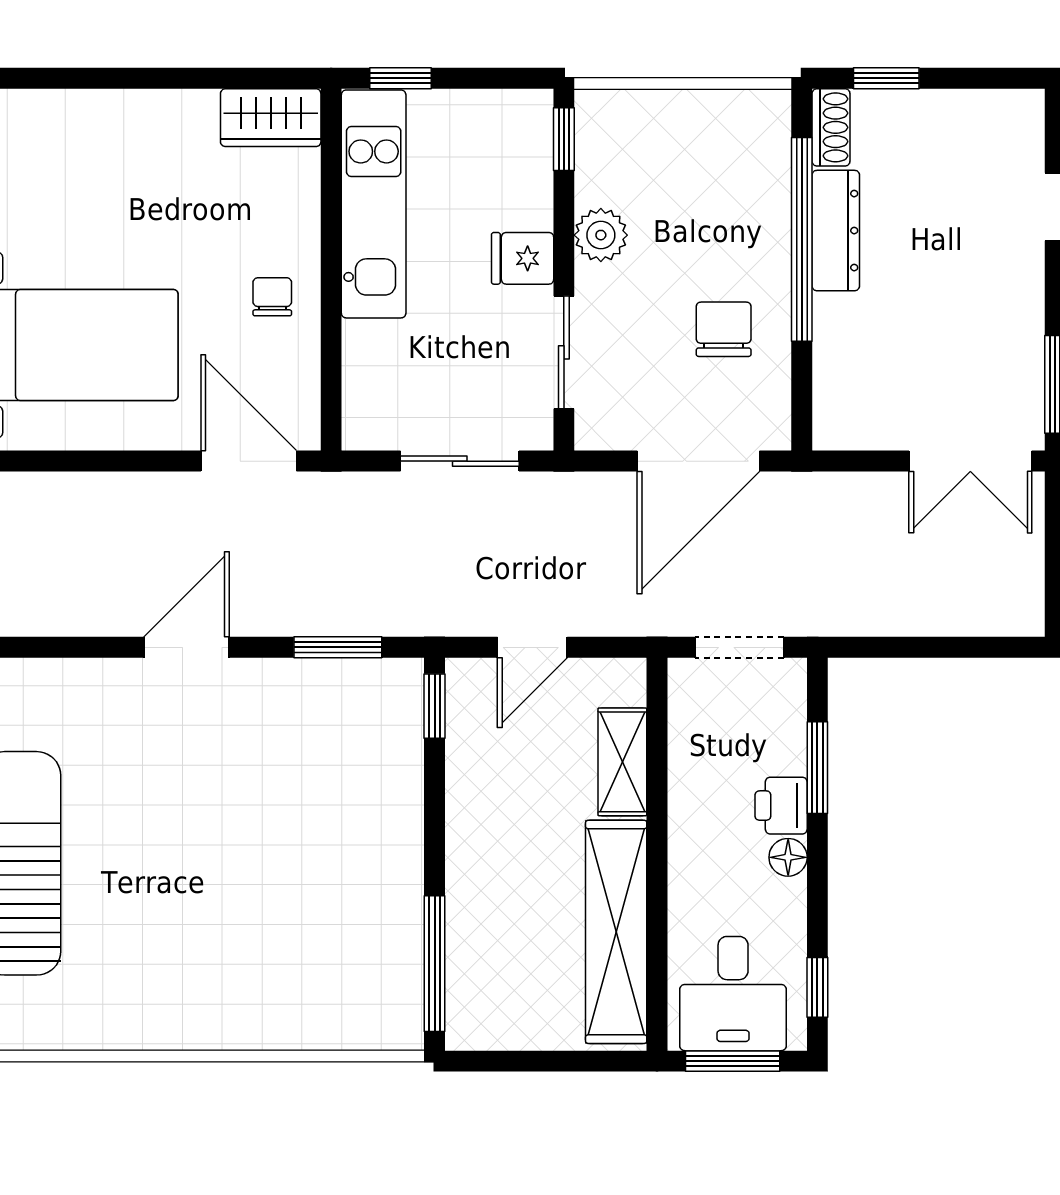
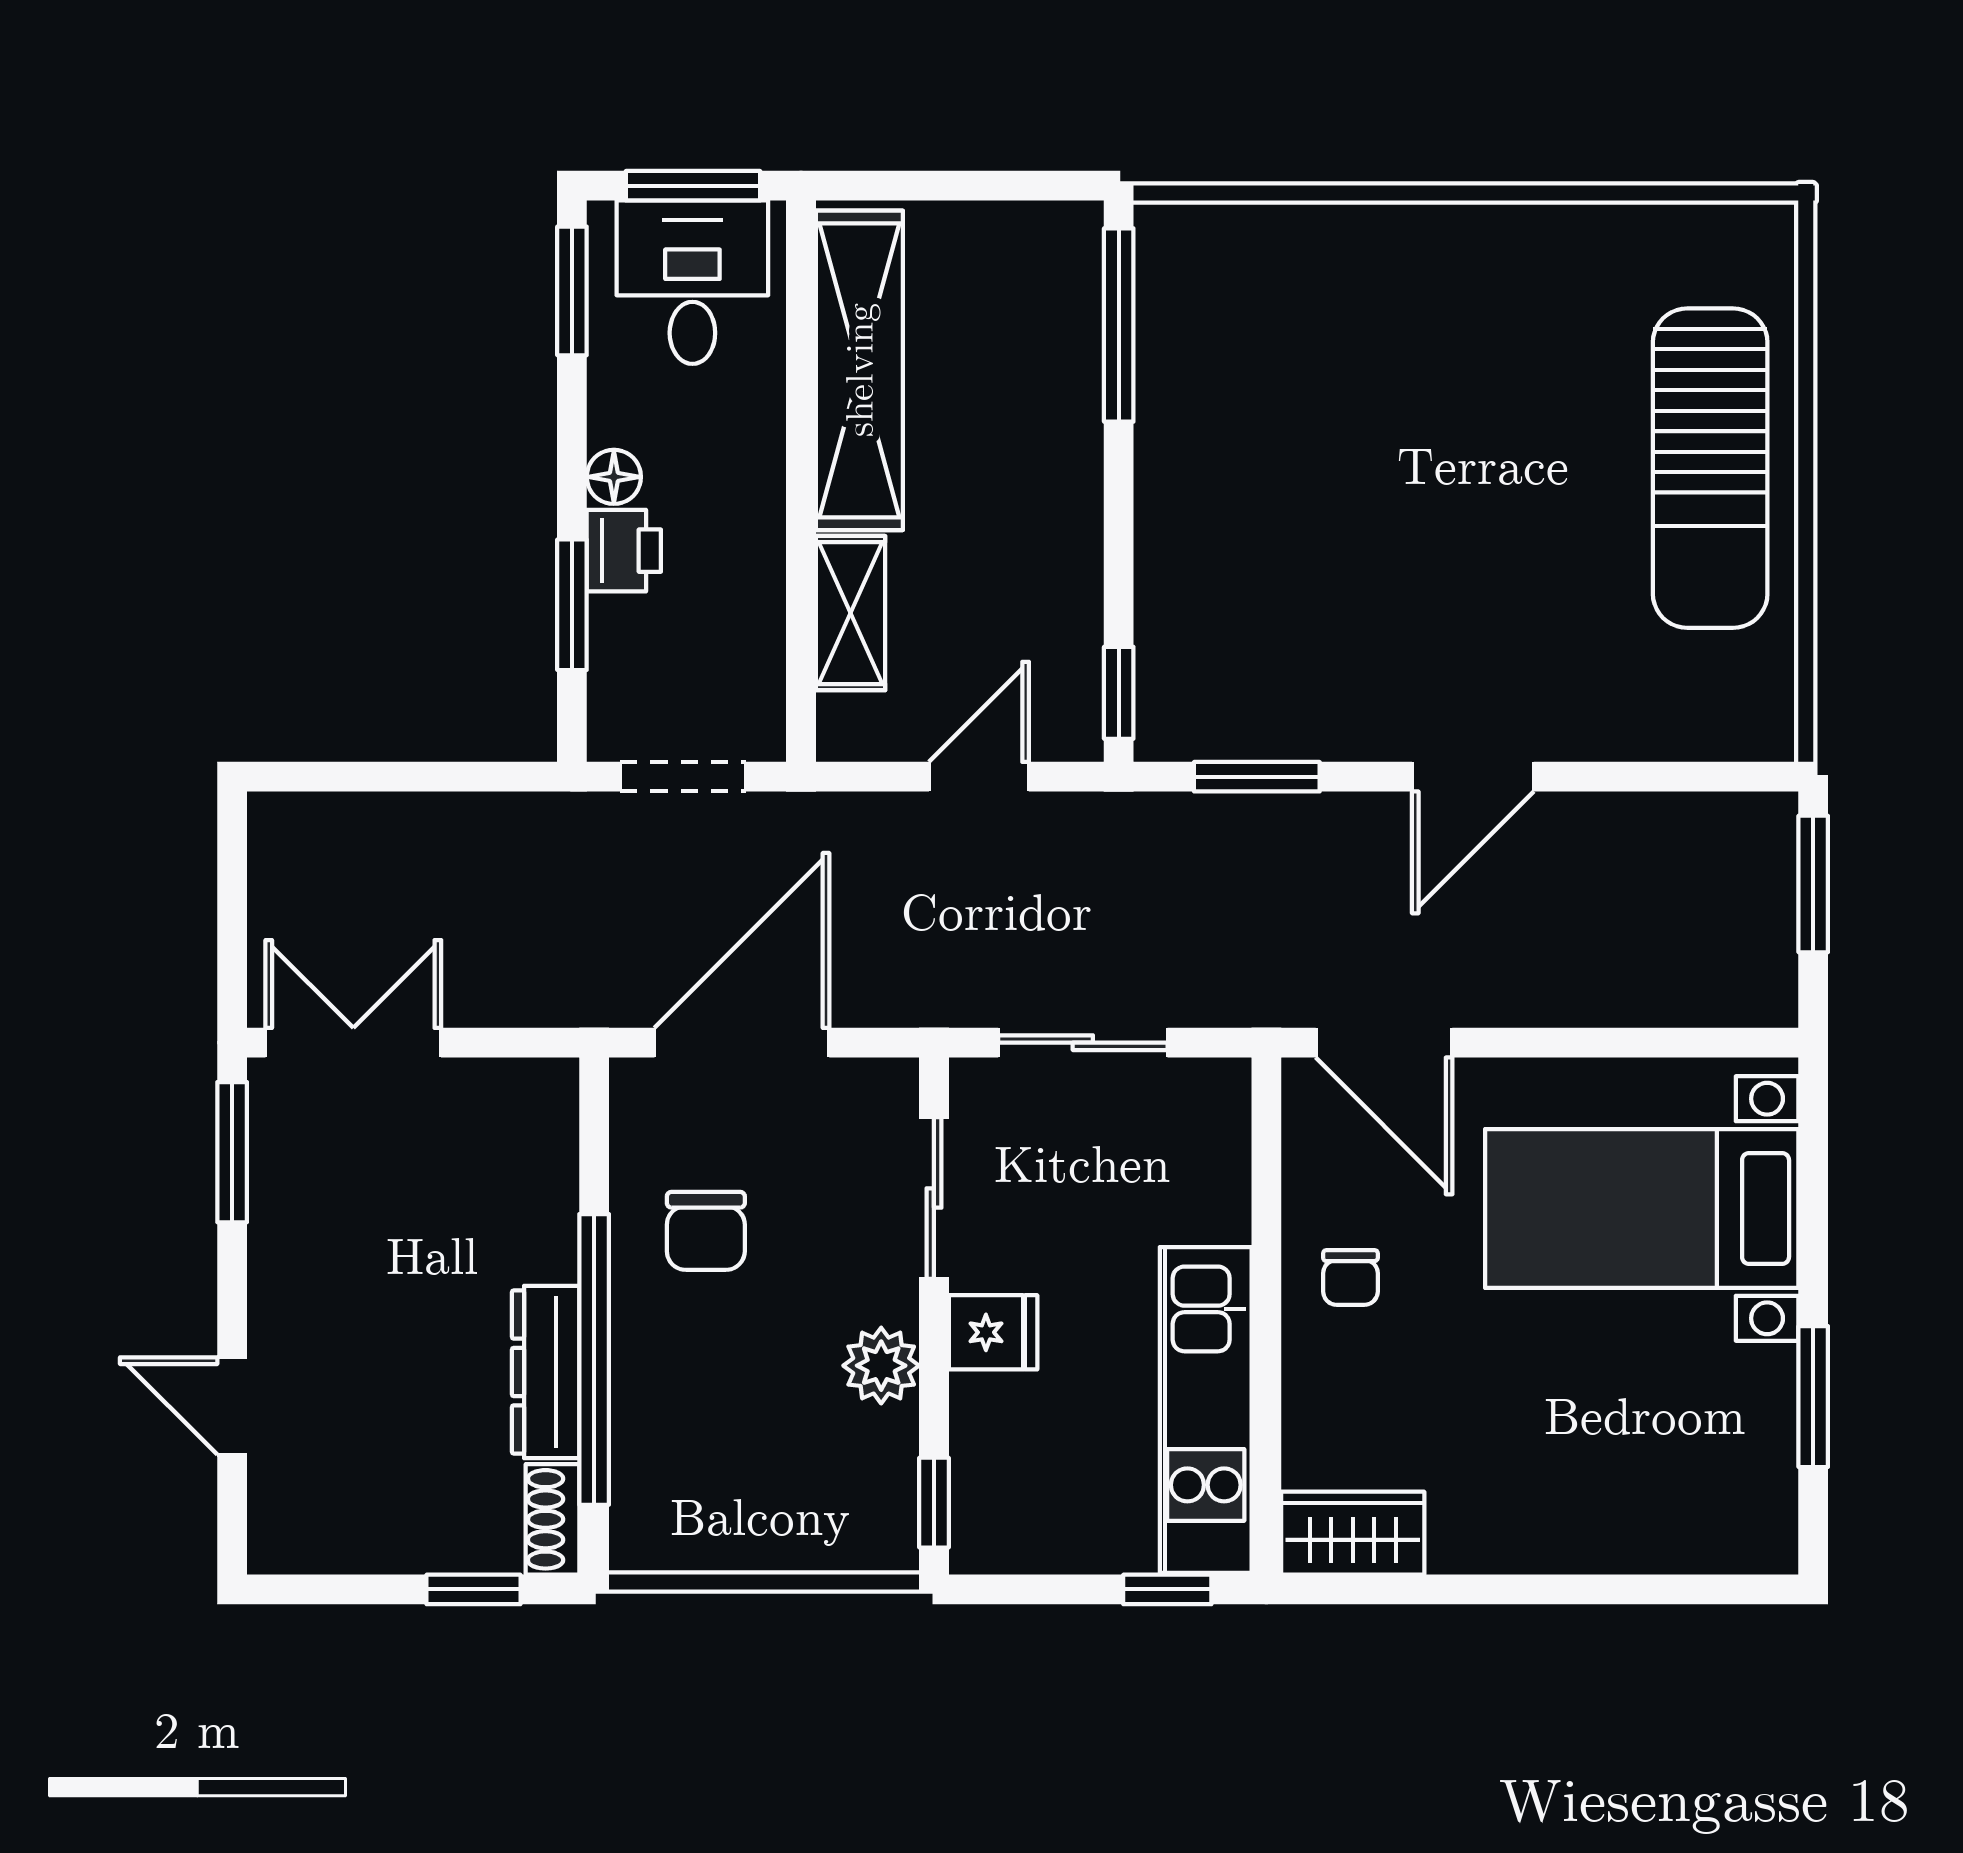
window: (817, 987) -> (572, 291), width x1.50

